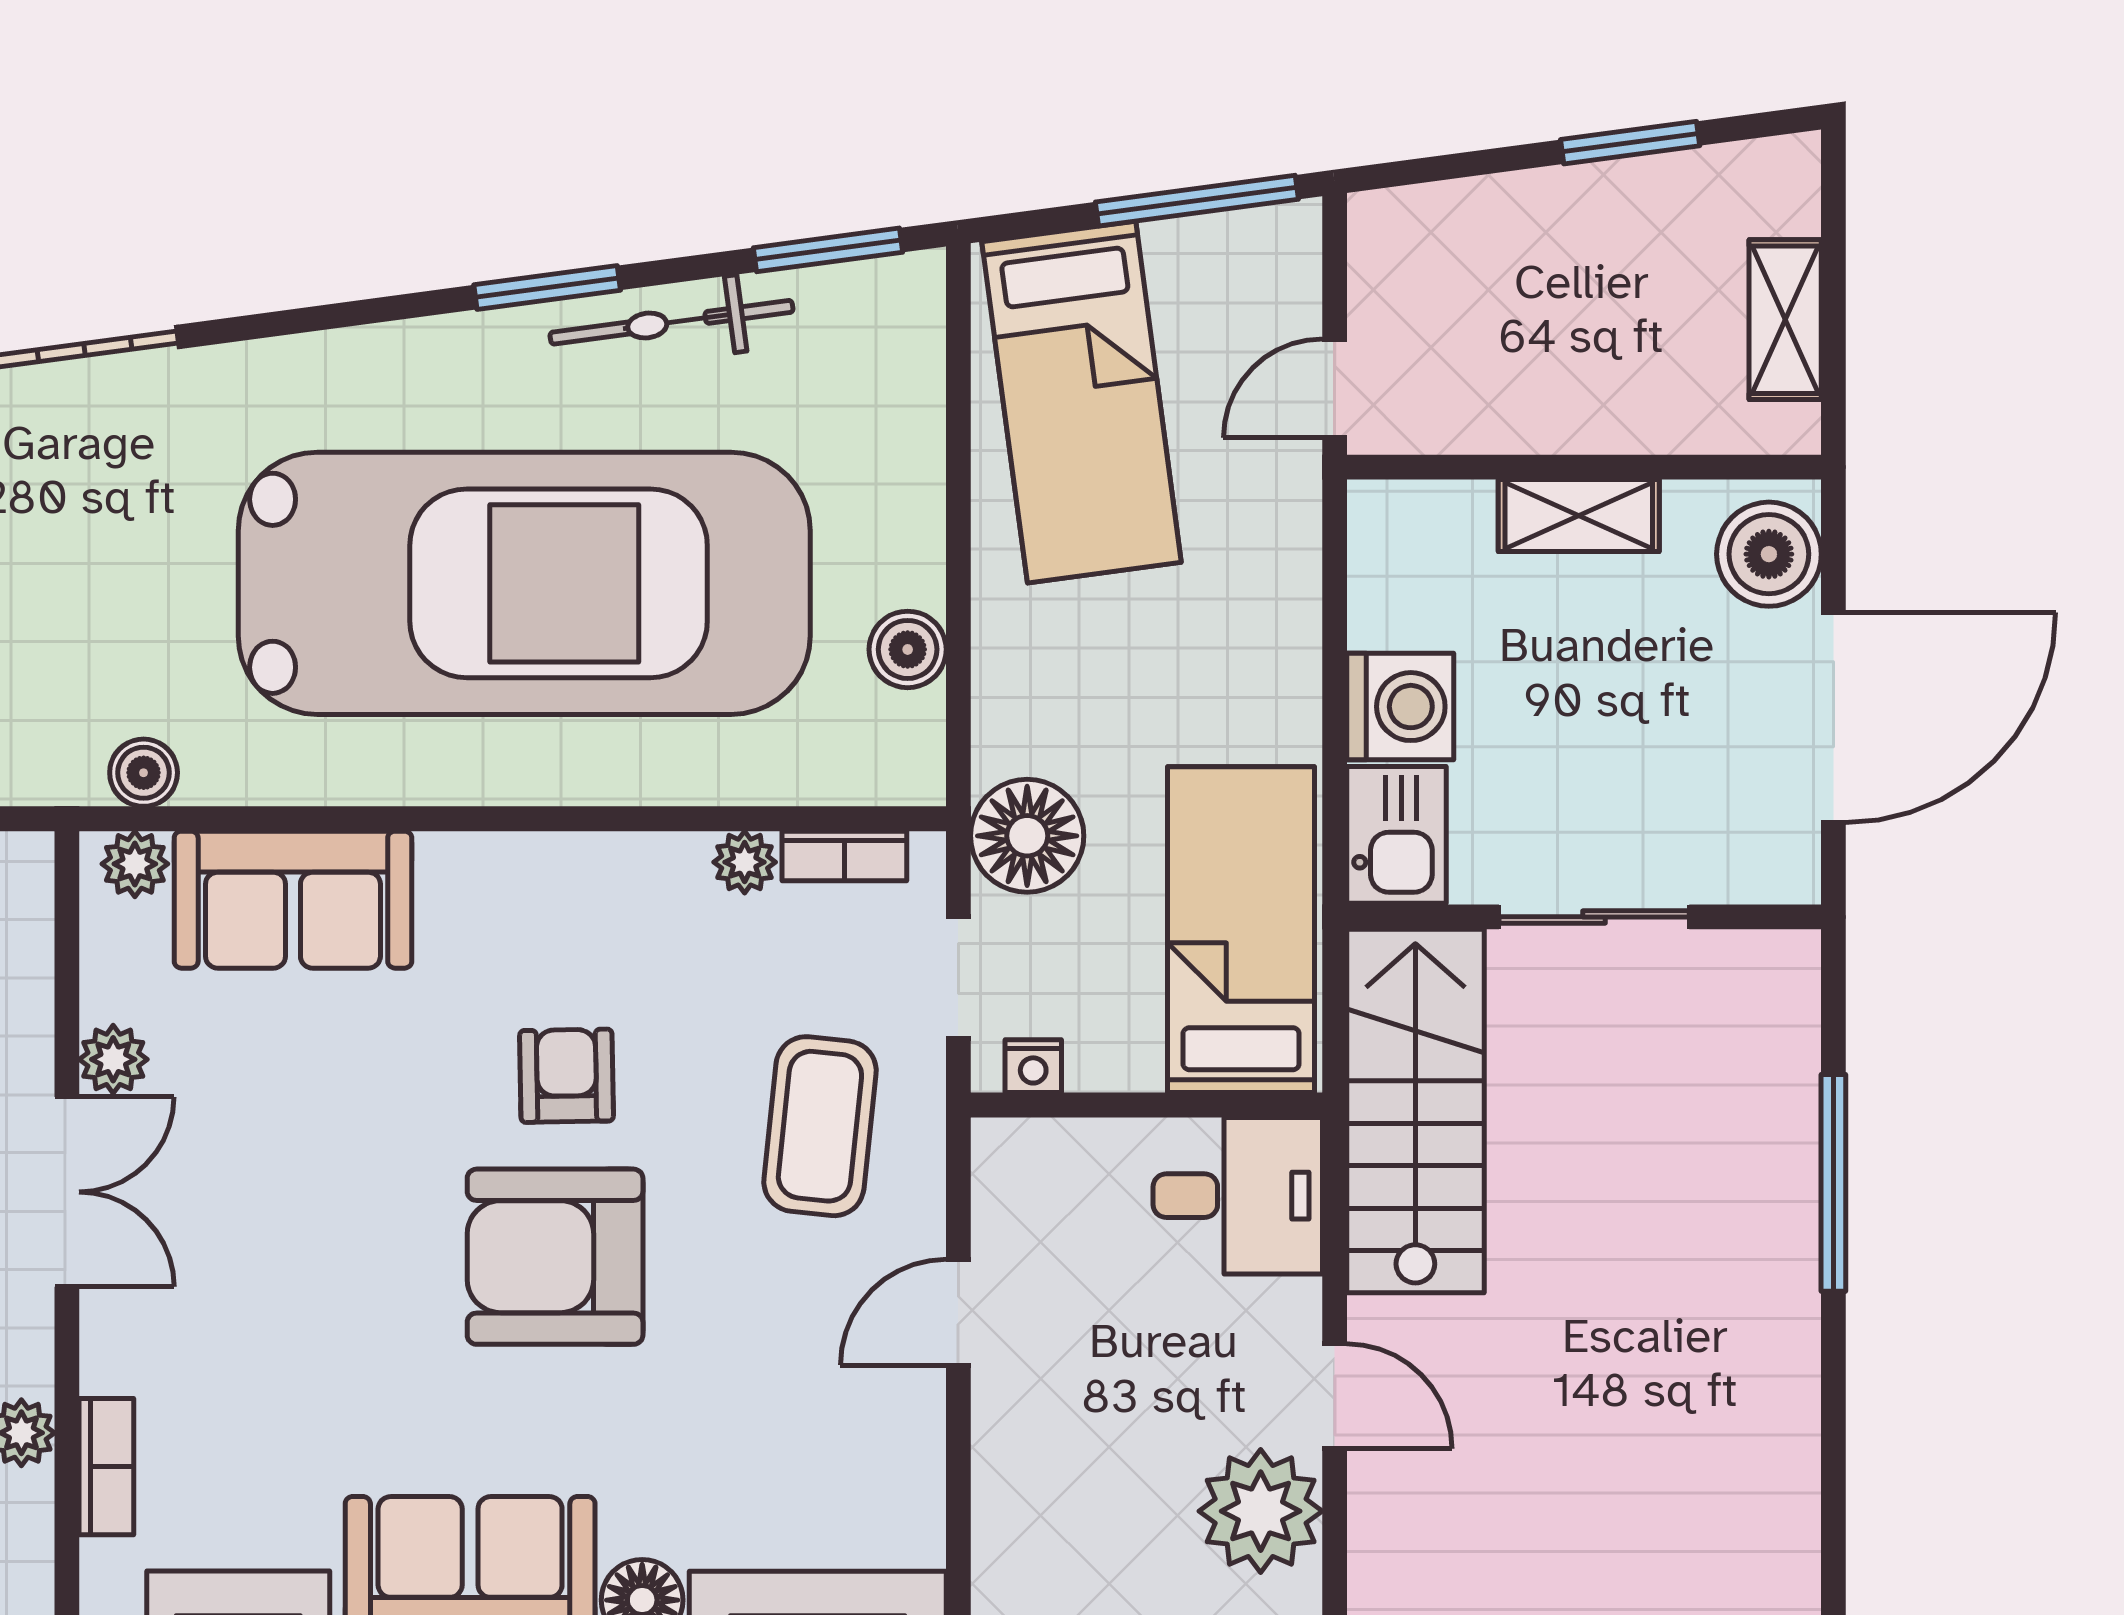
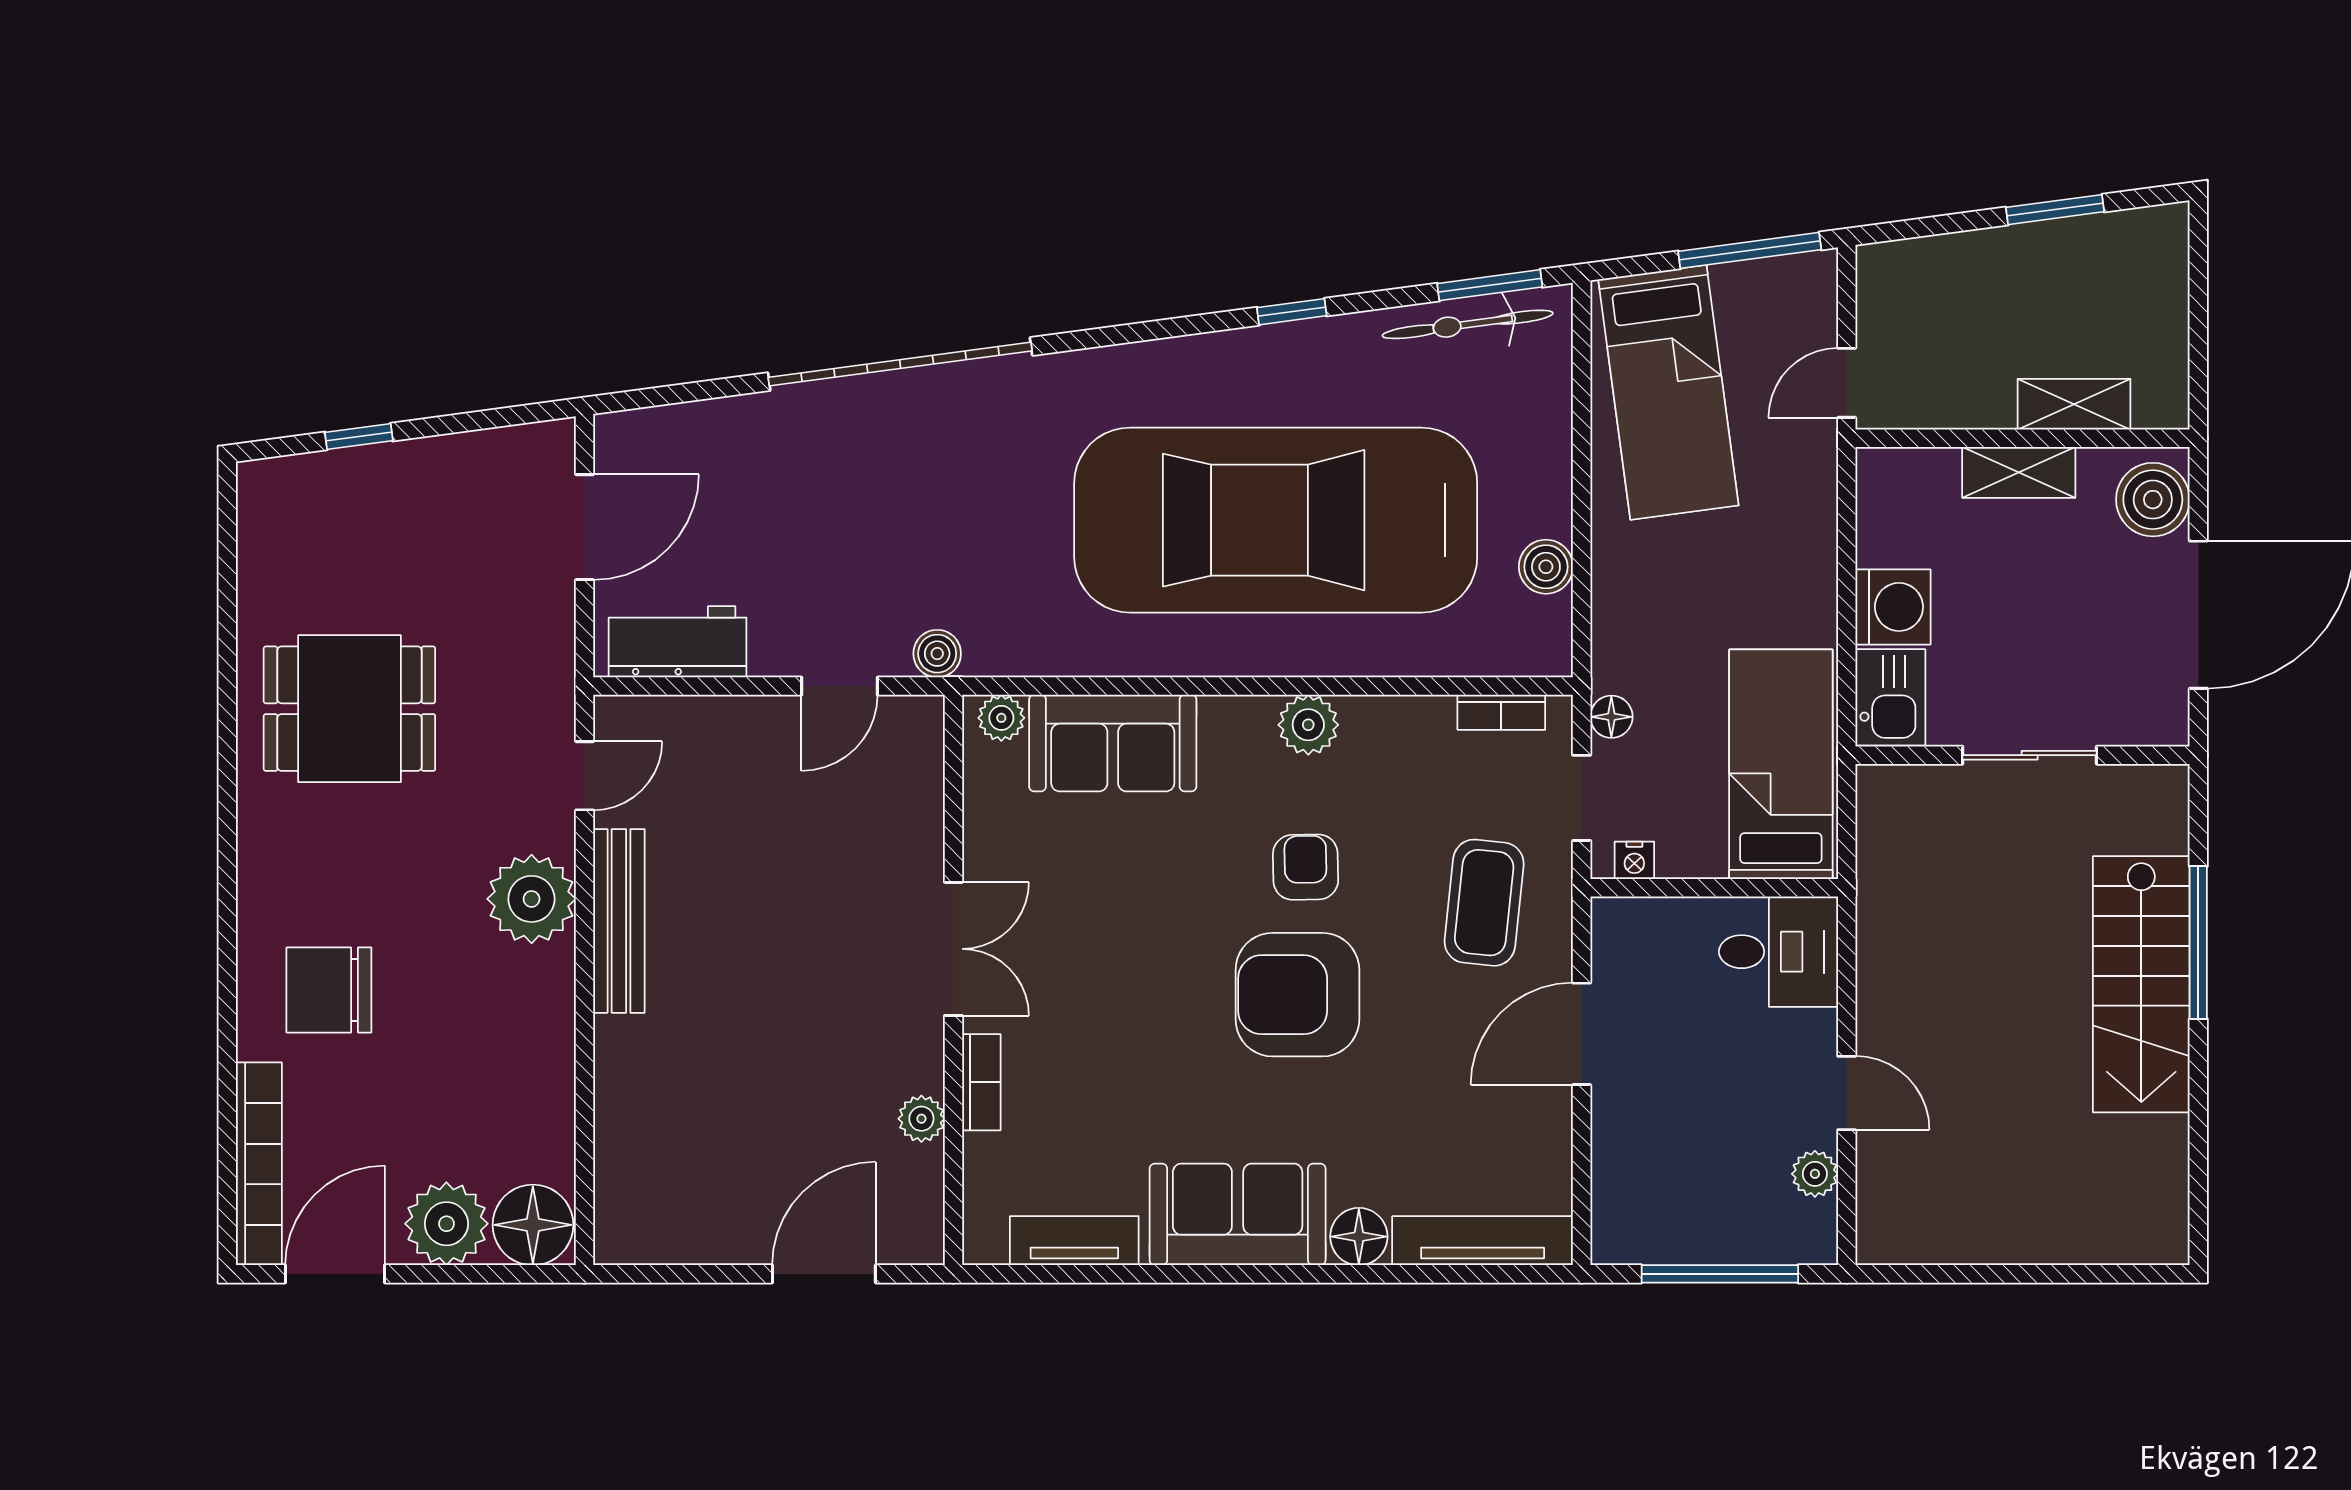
window: (547, 288) -> (1292, 312), width x0.67
shelving: (1785, 320) -> (2074, 404), moved, turned 90
bicycle: (672, 322) -> (1468, 324), moved
car: (524, 583) -> (1276, 520), turned 180
boiler: (144, 773) -> (937, 654), moved
floor lamp: (1027, 836) -> (1611, 717), width x0.53, depth x0.53
plant: (745, 862) -> (1308, 725), moved, width x1.38, depth x1.38
plant: (113, 1059) -> (986, 856), removed
stairs: (1415, 1111) -> (2141, 984), moved, turned 180
door: (958, 1312) -> (1582, 1034), width x1.38
bookcase: (106, 1467) -> (981, 1082), moved
plant: (1261, 1511) -> (1815, 1174), width x0.53, depth x0.53

